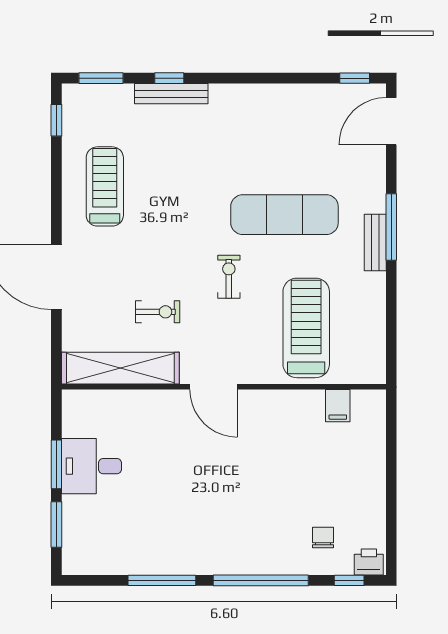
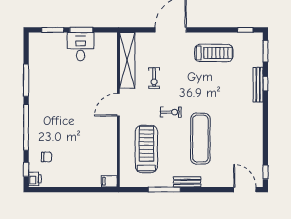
window: (391, 227) -> (164, 190), moved
treadmill: (306, 328) -> (146, 149), turned -90
filing cabinet: (338, 406) -> (109, 181), moved

